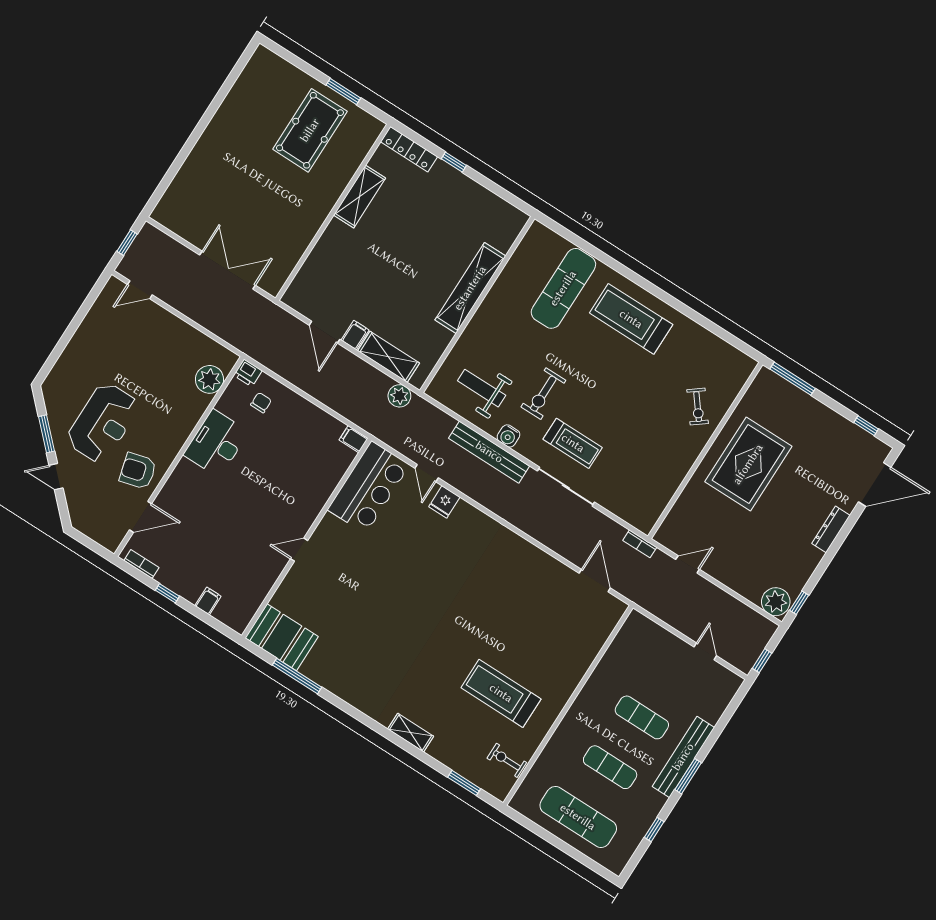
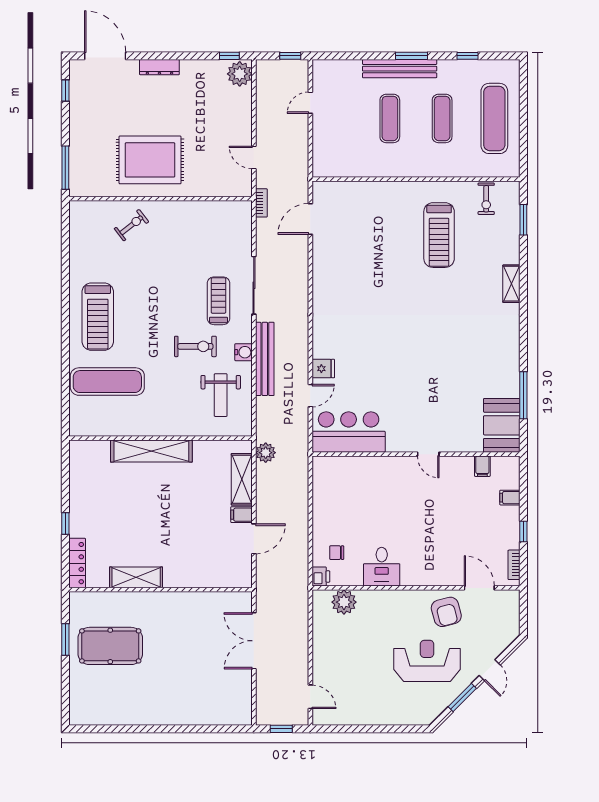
filing cabinet: (354, 439) -> (482, 466), moved
desk: (216, 443) -> (382, 567), width x0.73

